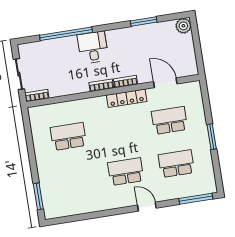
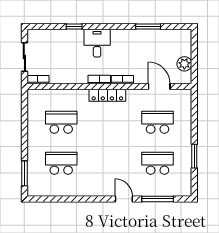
plant: (183, 26) -> (184, 64), moved
window: (66, 34) -> (74, 27), width x0.32
locker: (127, 98) -> (107, 95), moved
window: (212, 137) -> (194, 156), moved
school desk: (126, 172) -> (61, 163), moved
window: (196, 199) -> (158, 199), moved

